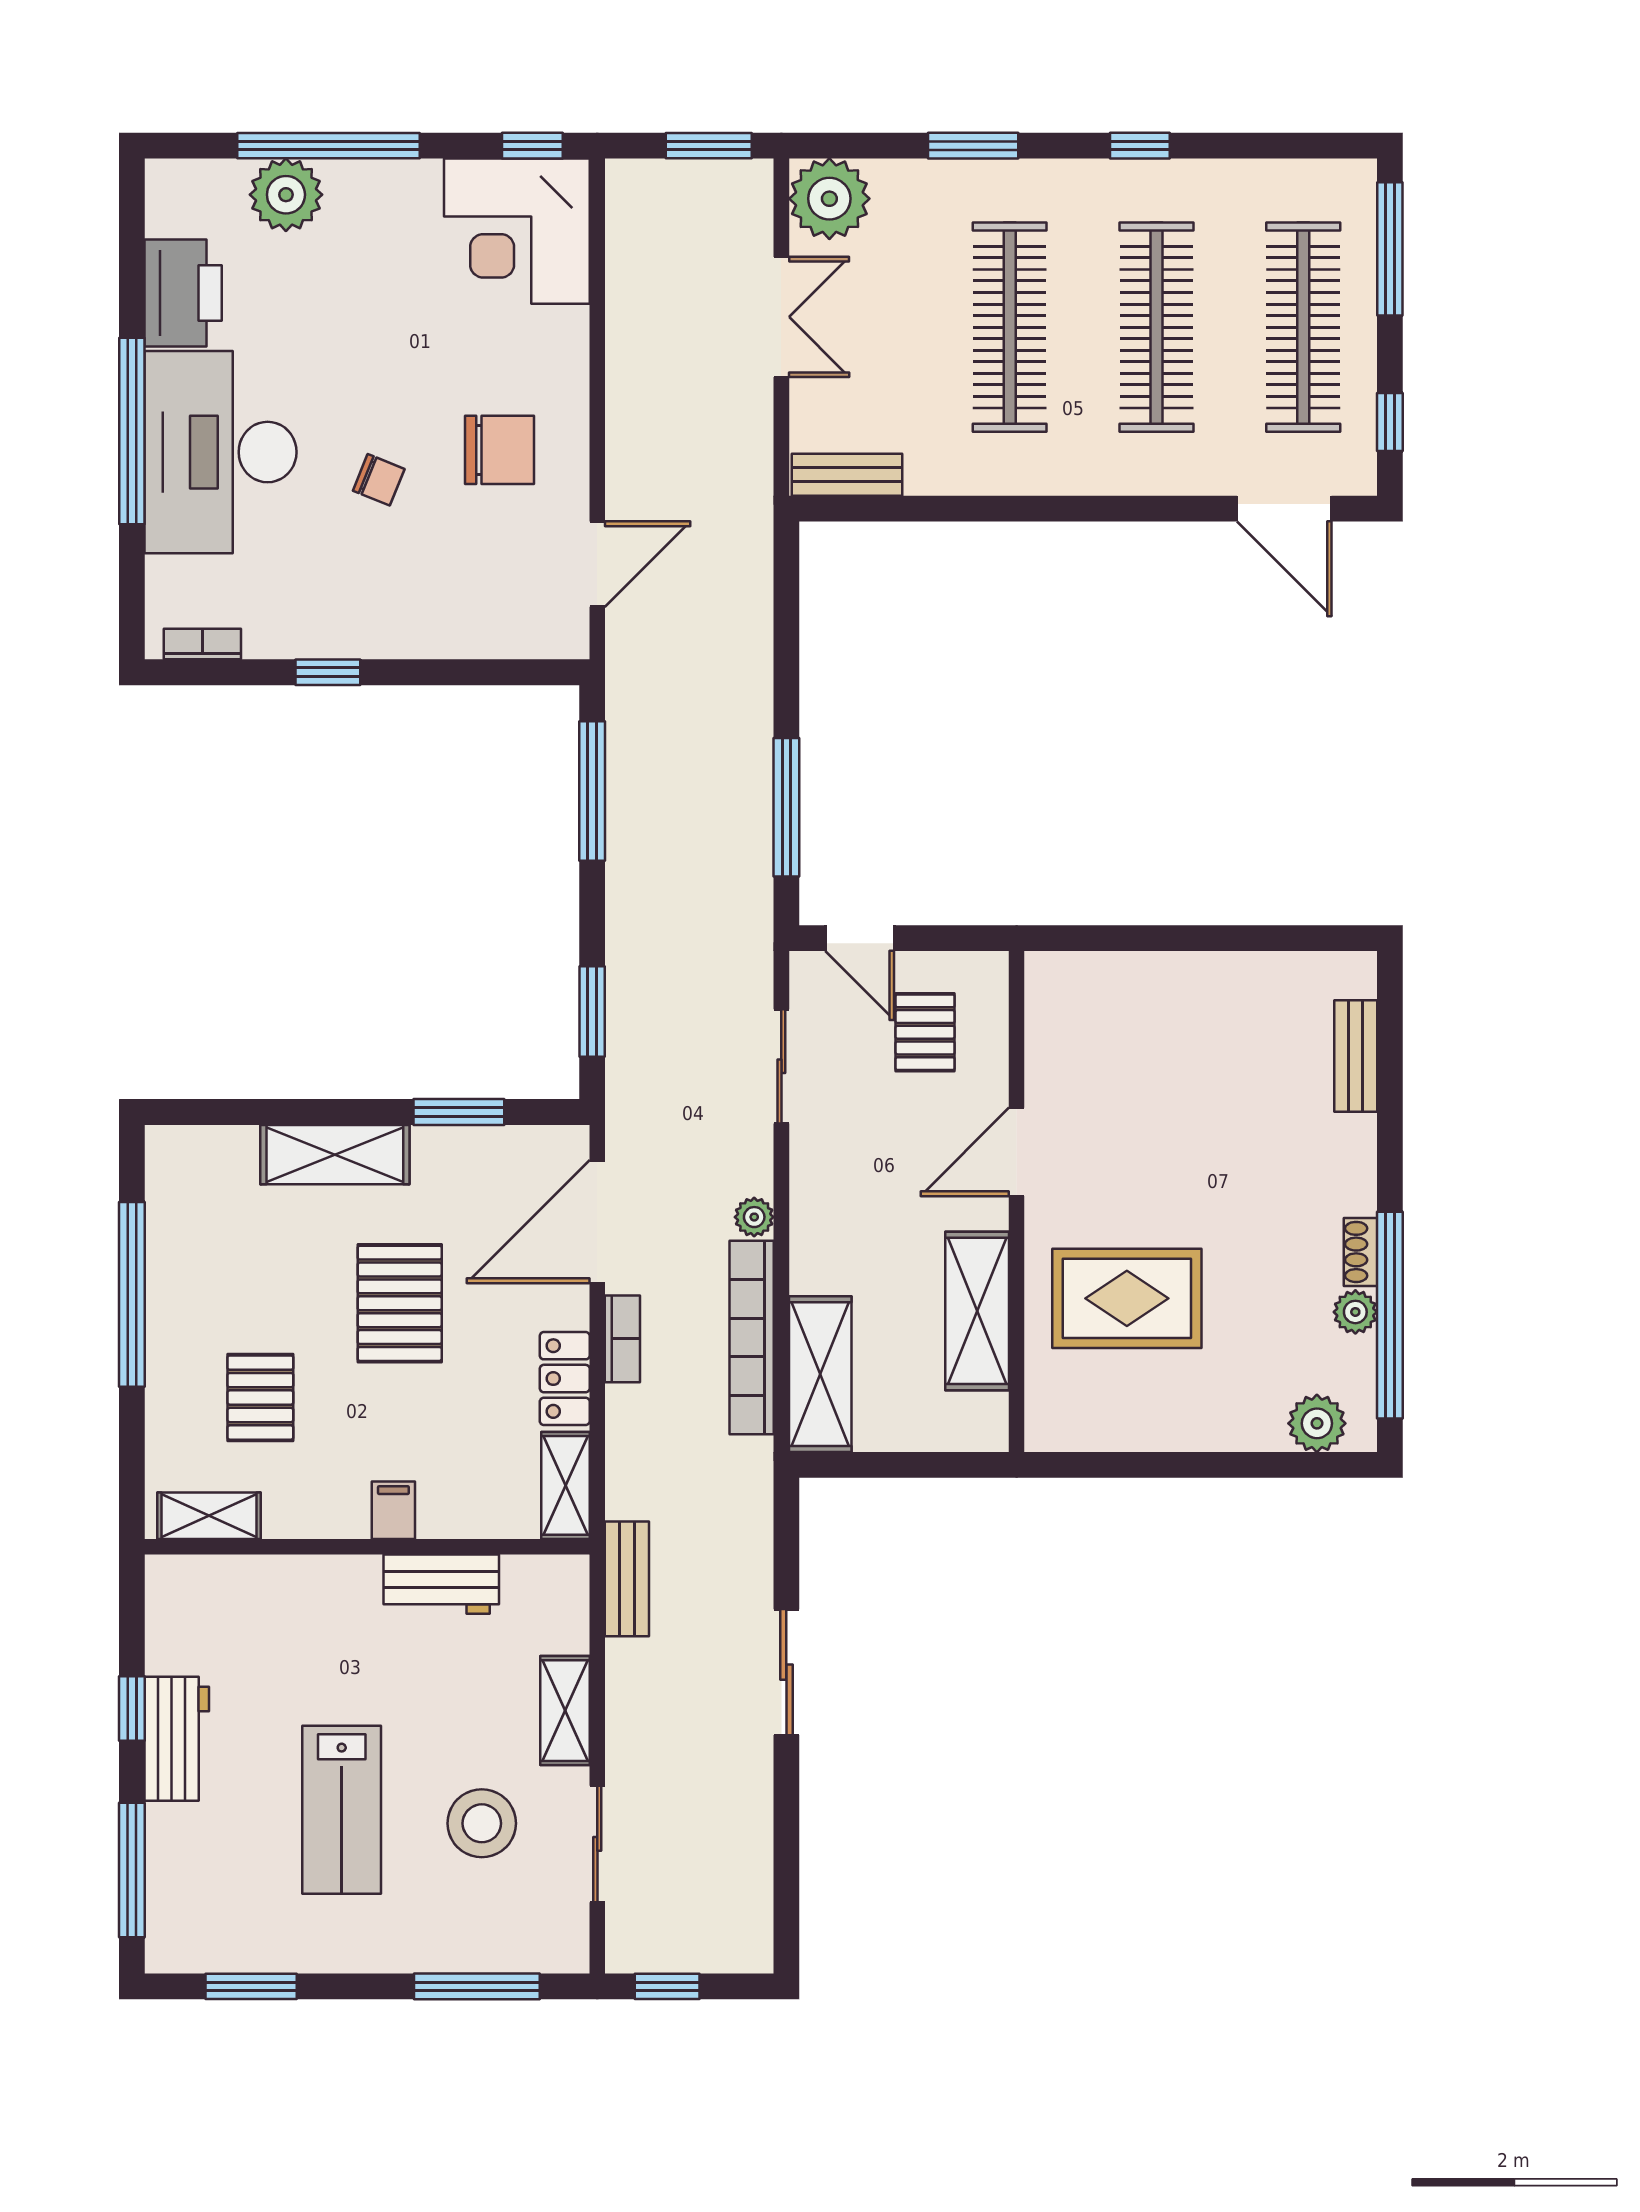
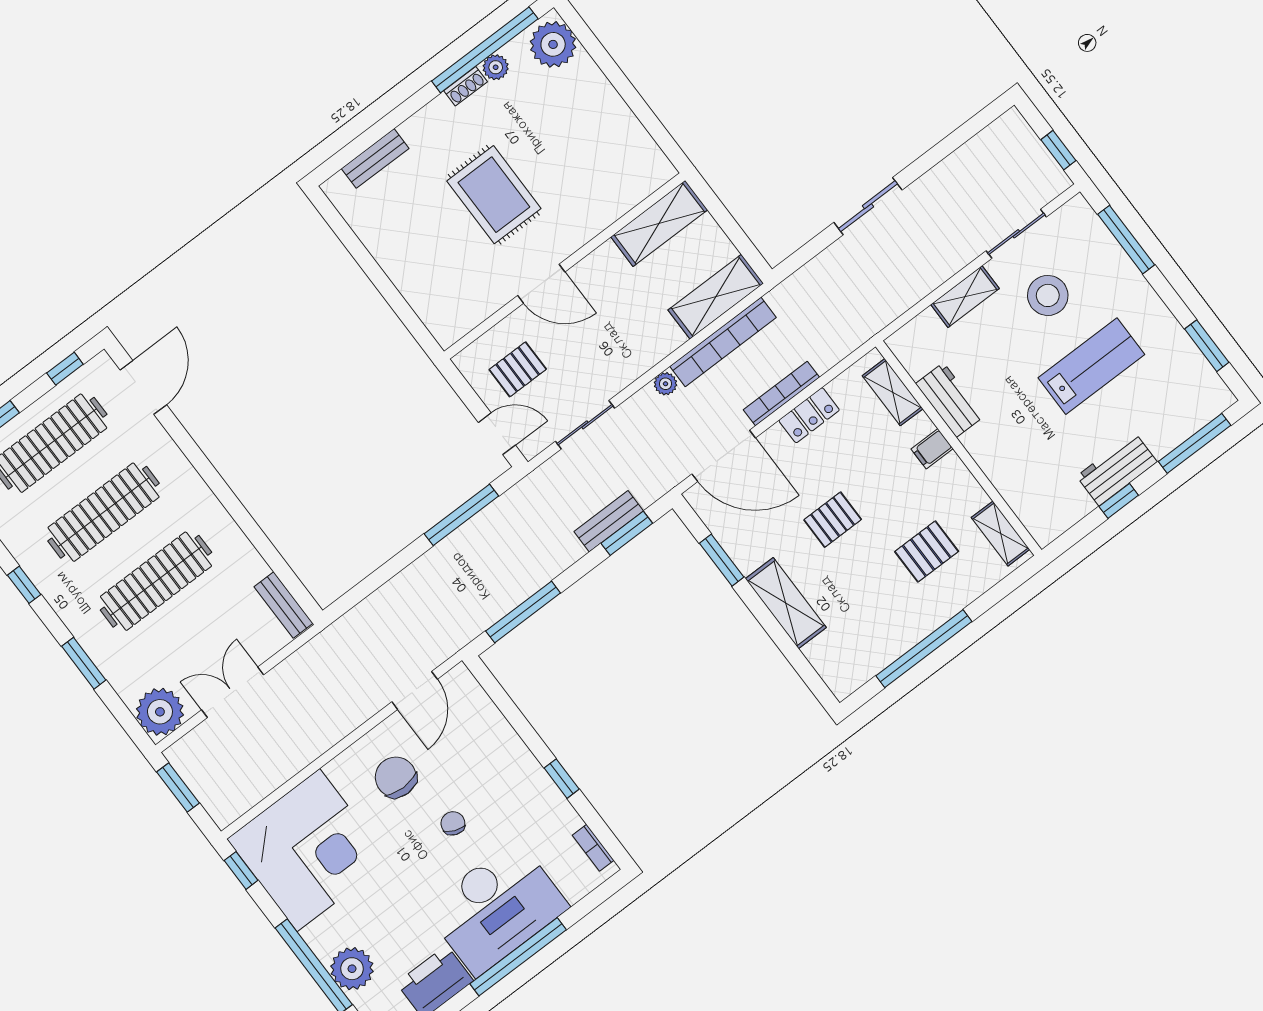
corner desk: (517, 231) -> (308, 850), width x1.36, depth x1.36
door: (597, 564) -> (415, 690), swing flipped
door: (860, 938) -> (497, 434), hinge flipped
rug: (1127, 1298) -> (494, 195), moved
pallet: (400, 1303) -> (833, 520), width x0.67, depth x0.71
shelving: (977, 1311) -> (659, 223), moved
bookcase: (622, 1339) -> (781, 394), width x1.56
plant: (1317, 1423) -> (553, 44), width x1.36, depth x1.36
shelving: (565, 1485) -> (893, 392), moved, turned 90
bench: (627, 1579) -> (609, 521), moved

